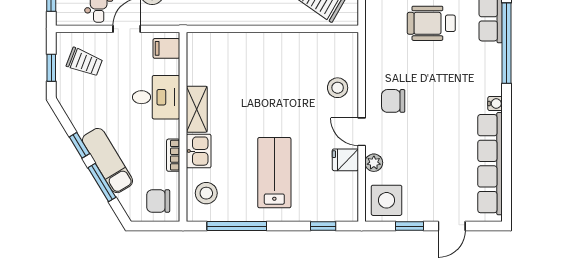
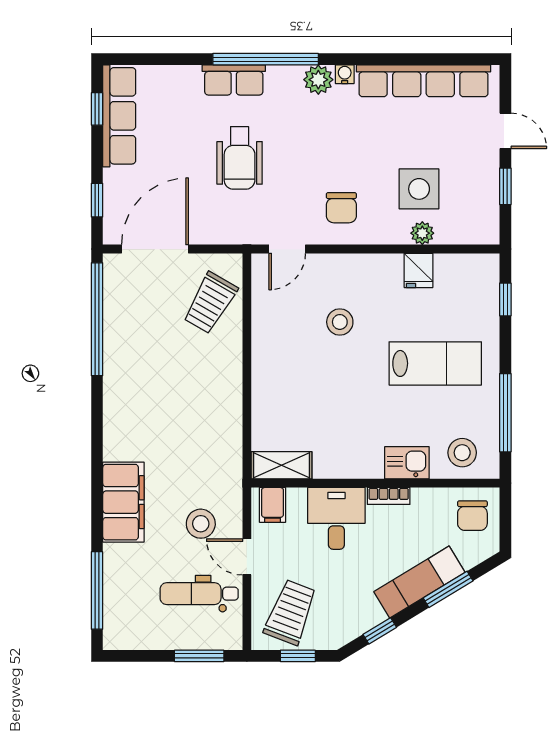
trolley: (84, 62) -> (290, 612), width x1.36, depth x1.39
plant: (491, 83) -> (318, 80), added
stool: (338, 88) -> (340, 322), moved
shelving: (197, 109) -> (281, 465), moved
door: (362, 132) -> (287, 249), moved
window: (79, 145) -> (380, 631), moved
bookcase: (173, 155) -> (389, 496), moved
lab bench: (274, 173) -> (435, 363), turned 180
side table: (387, 200) -> (419, 189), moved

